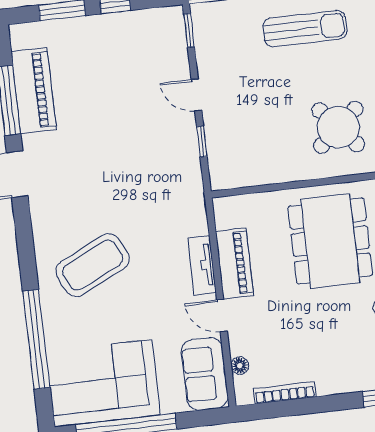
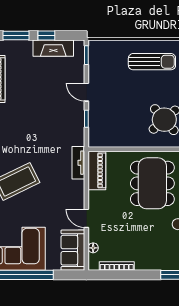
fireplace: (130, 25) -> (53, 48), added
piano: (234, 263) -> (97, 170), moved
tv unit: (202, 265) -> (78, 163), moved

